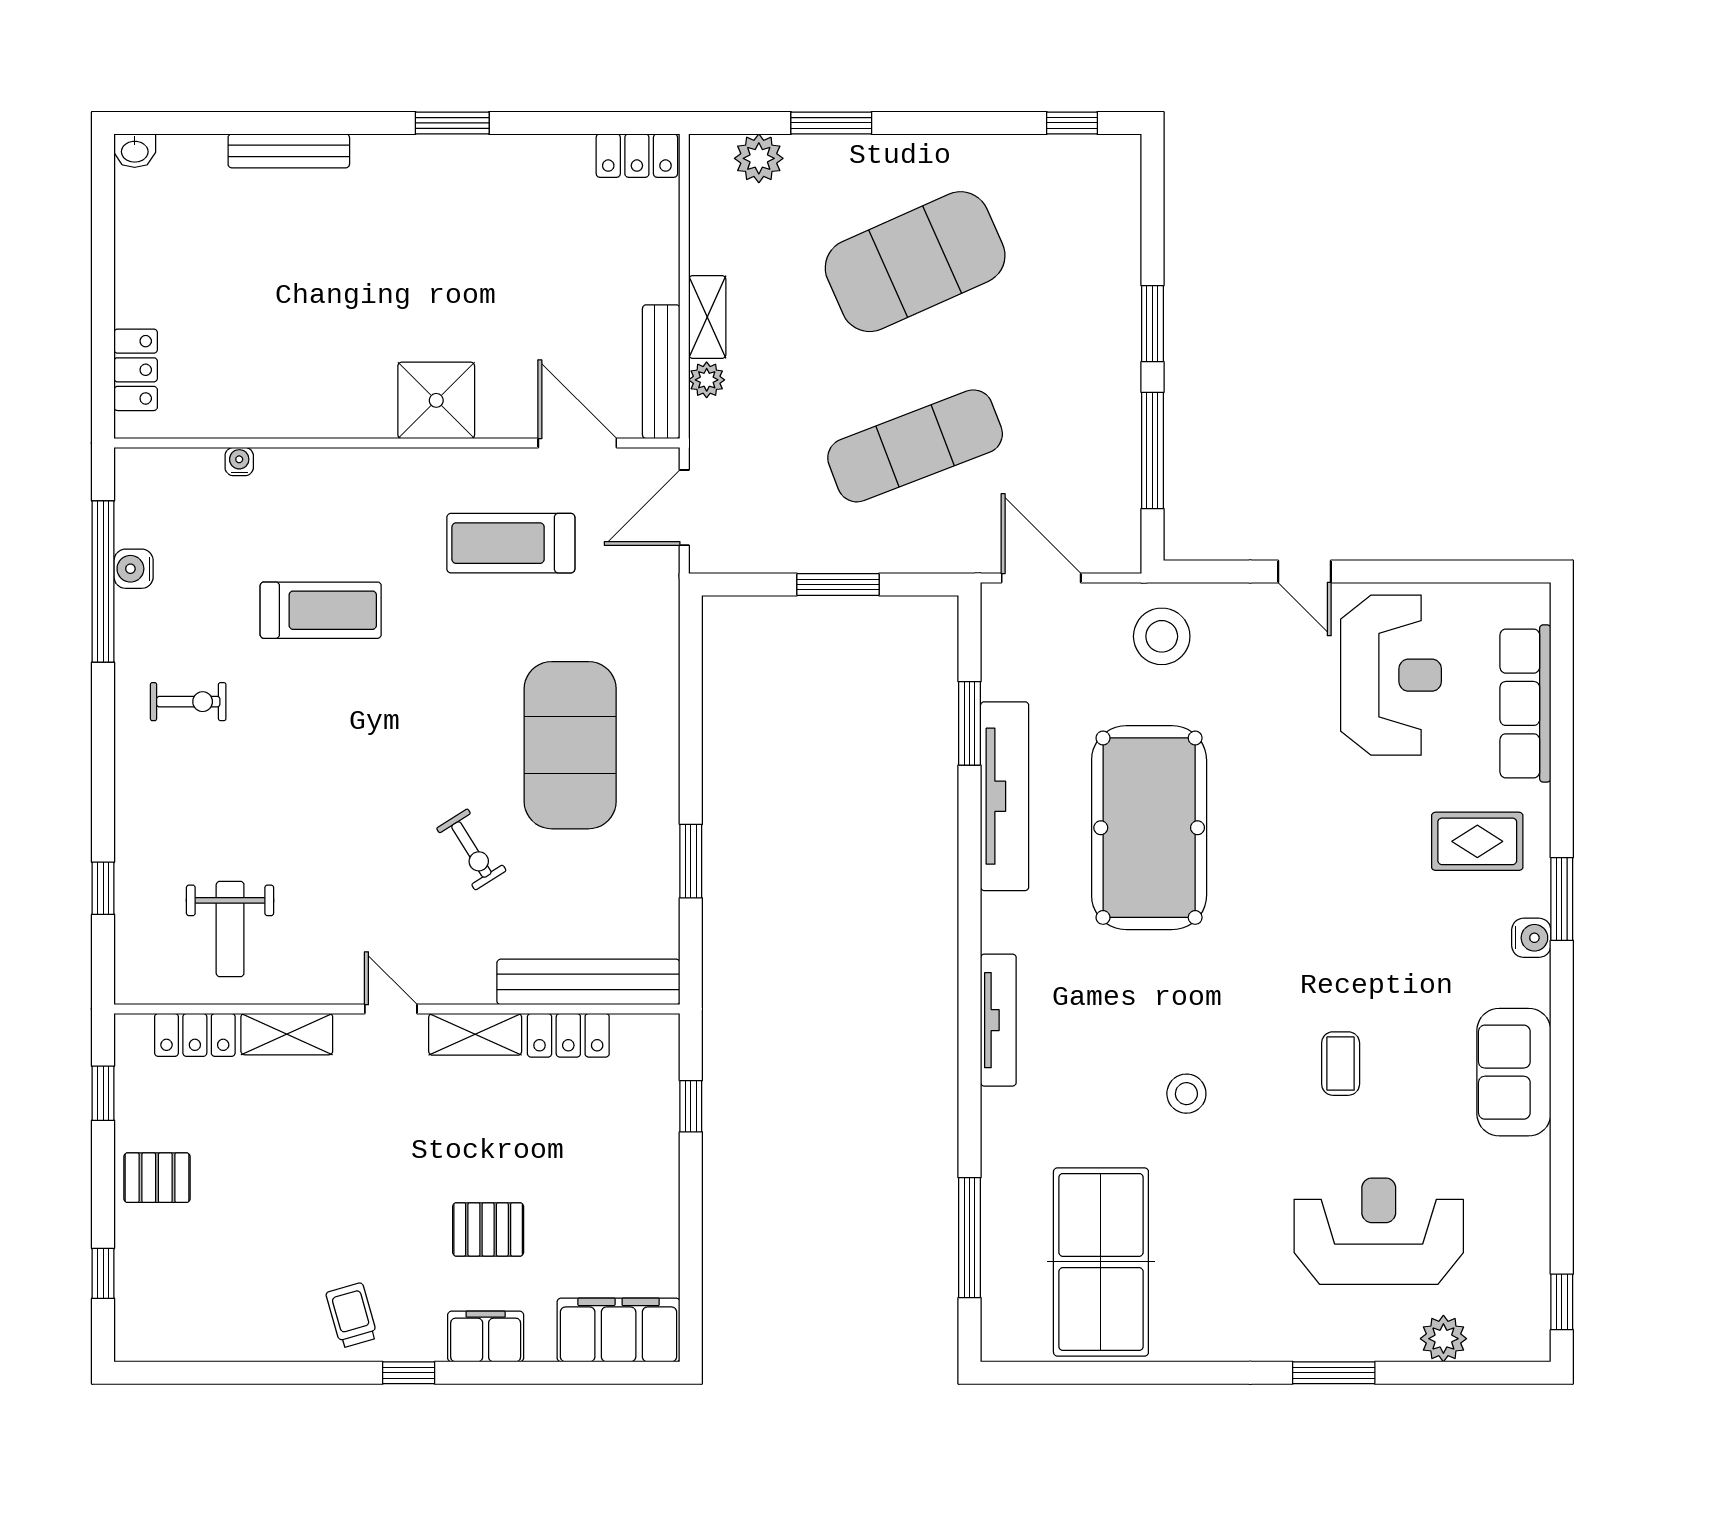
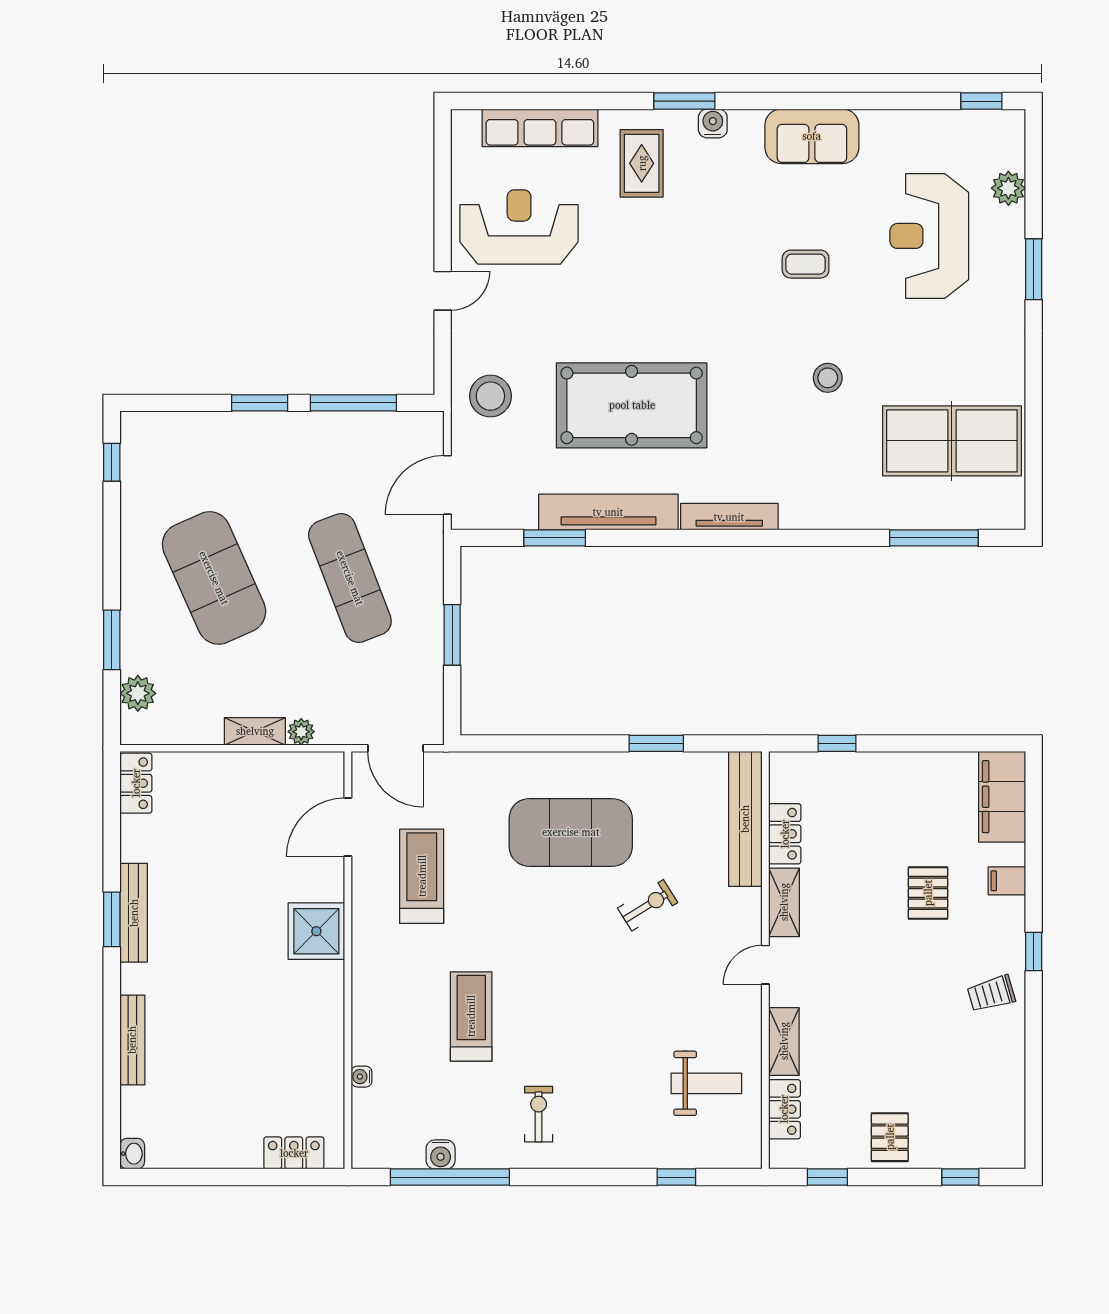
bench: (661, 372) -> (134, 913), moved, turned 90
treadmill: (511, 543) -> (422, 876), turned 180
tv unit: (998, 1020) -> (729, 517), moved
filing cabinet: (486, 1336) -> (1007, 881), width x0.50

